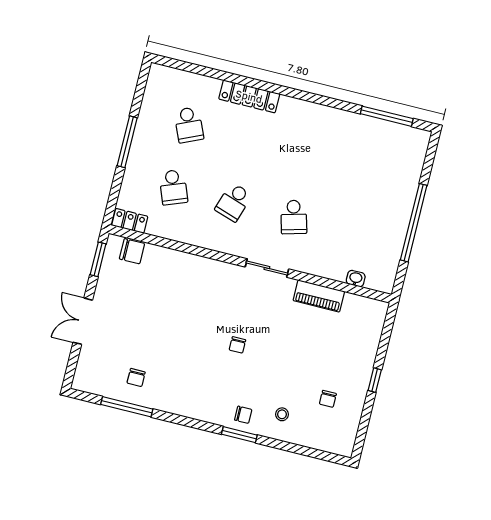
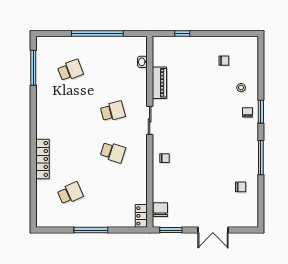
school desk: (173, 187) -> (70, 70), moved
chair: (237, 345) -> (165, 158), moved
window: (375, 380) -> (182, 34), moved
window: (127, 407) -> (261, 158), moved

